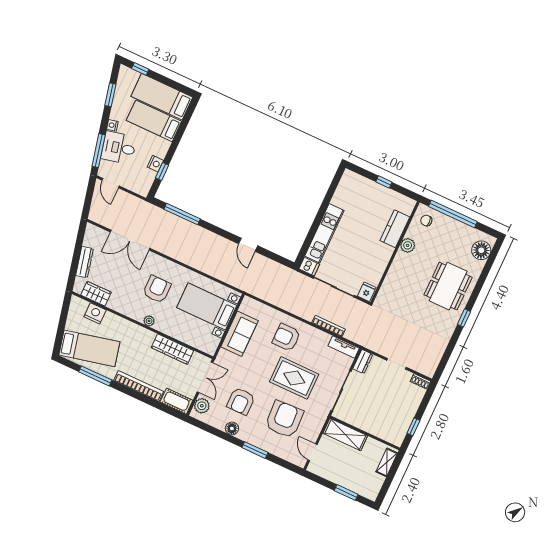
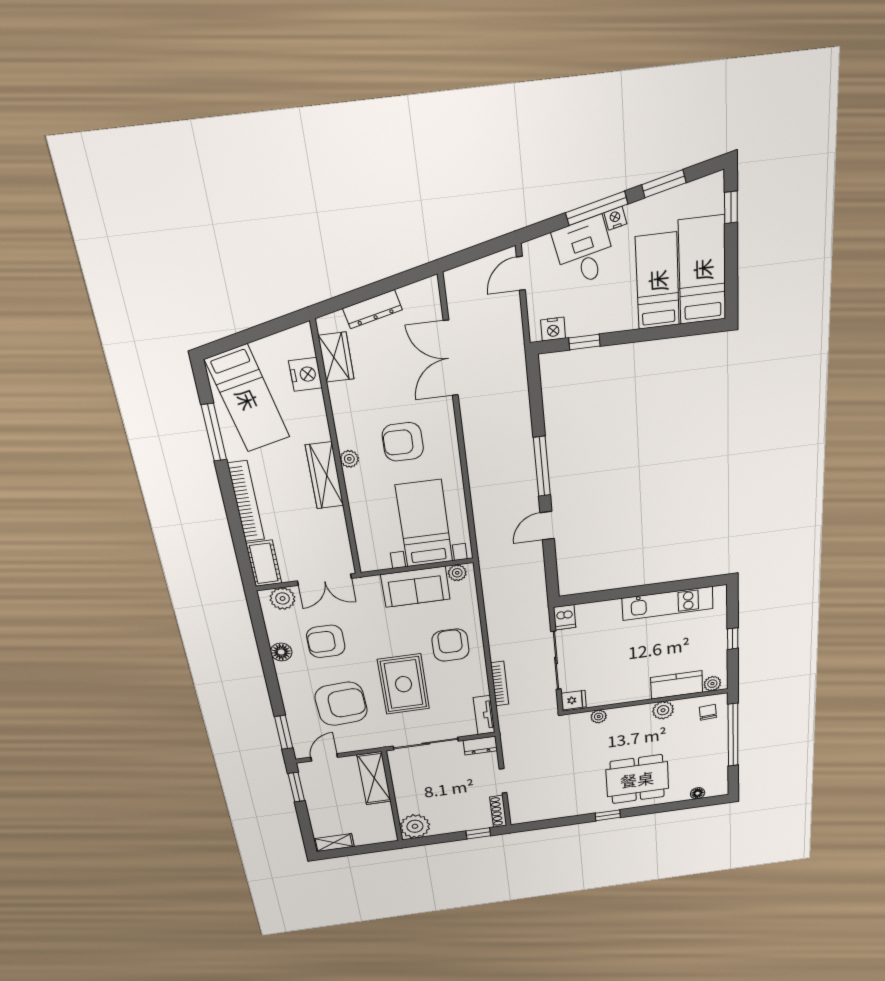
window: (99, 151) -> (597, 208), moved
nightstand: (155, 164) -> (553, 329), moved
plant: (407, 208) -> (712, 684), added
window: (182, 214) -> (542, 466), moved
kitchen unit: (324, 233) -> (668, 603), moved
floor lamp: (481, 250) -> (698, 793), width x0.53, depth x0.53
plant: (387, 284) -> (599, 717), added
armchair: (157, 289) -> (403, 442), turned 180
plant: (245, 307) -> (457, 573), added
wardrobe: (172, 349) -> (325, 475), moved
shoe rack: (420, 381) -> (498, 811), width x1.43
window: (413, 427) -> (478, 833), moved
plant: (395, 434) -> (415, 826), added
window: (255, 450) -> (284, 732), moved
shelving: (387, 462) -> (334, 843), moved
window: (346, 492) -> (296, 787), moved

